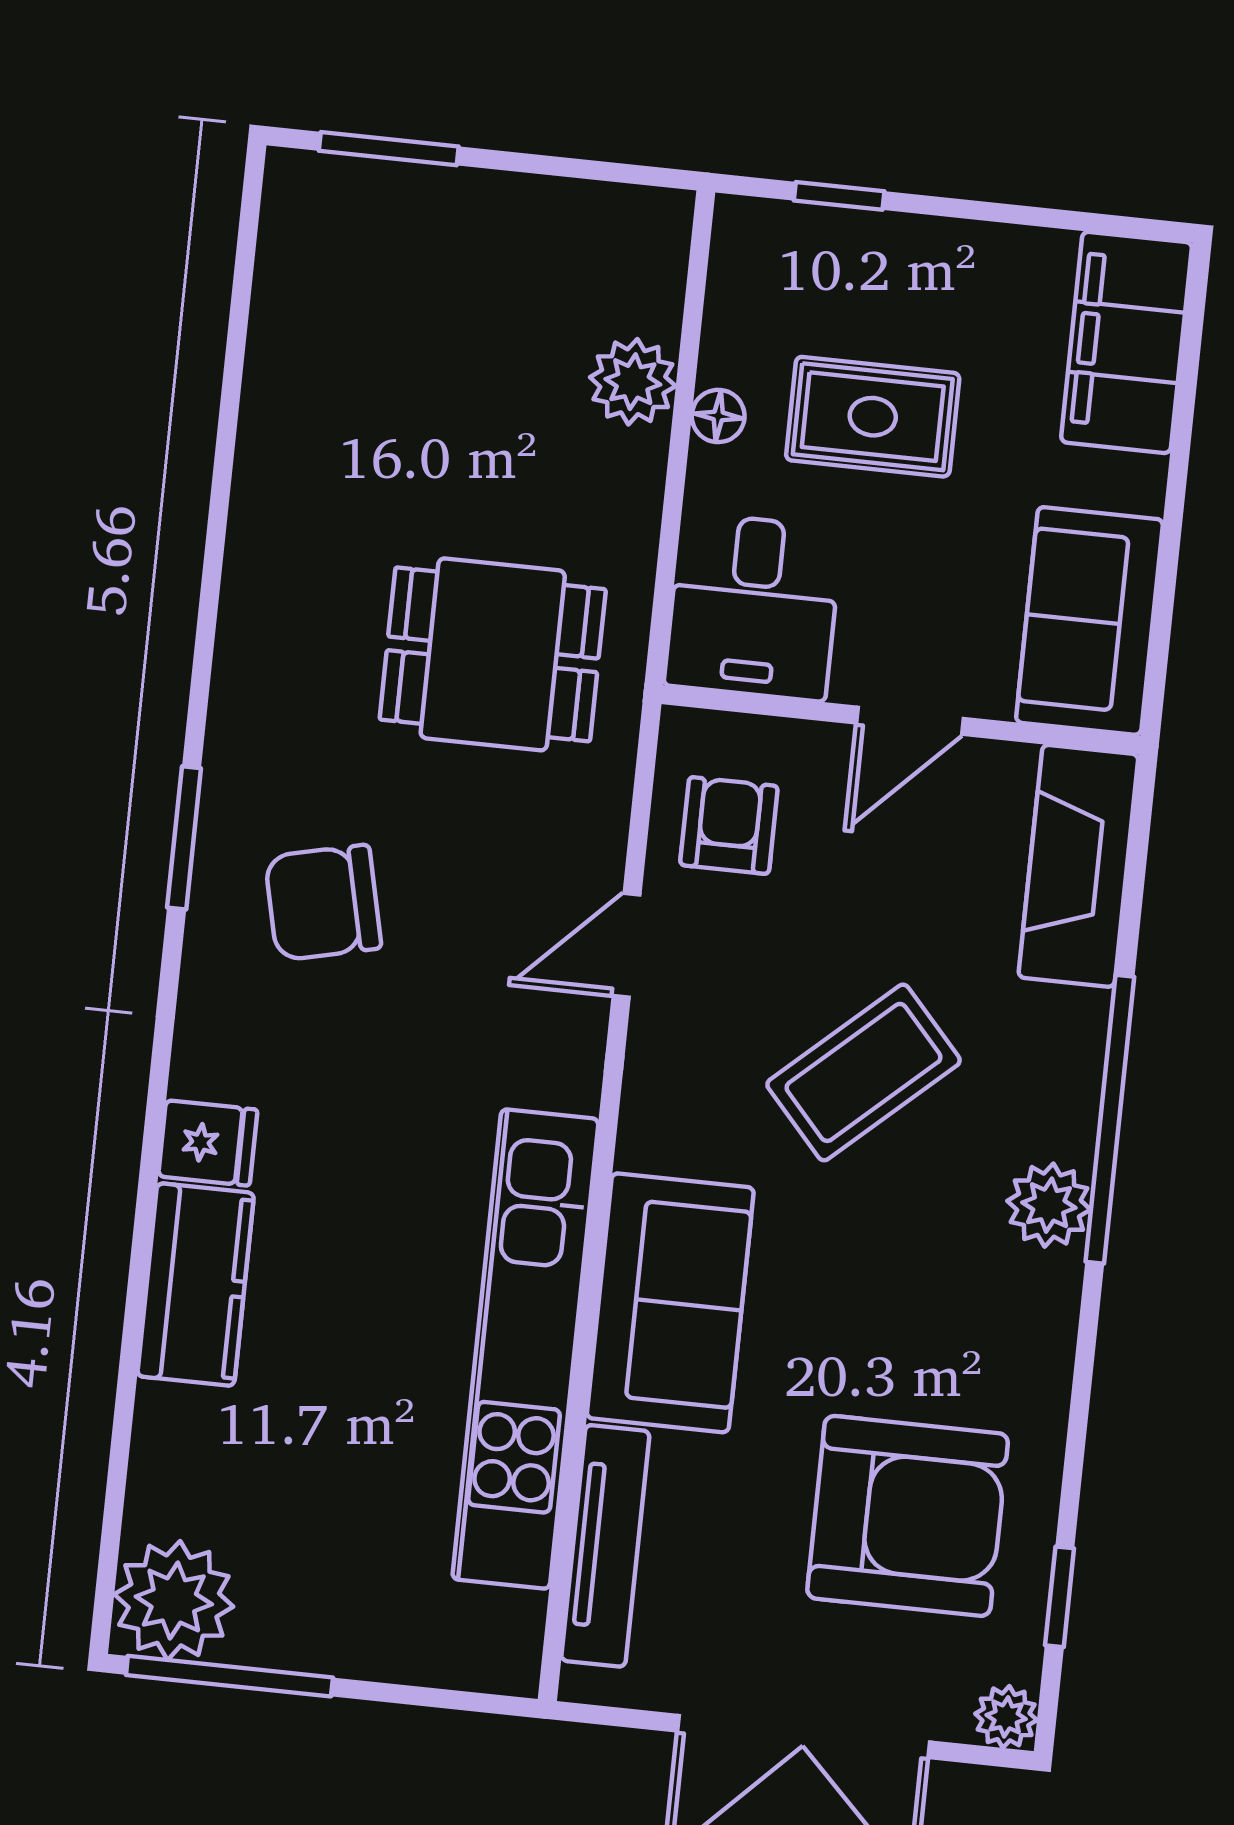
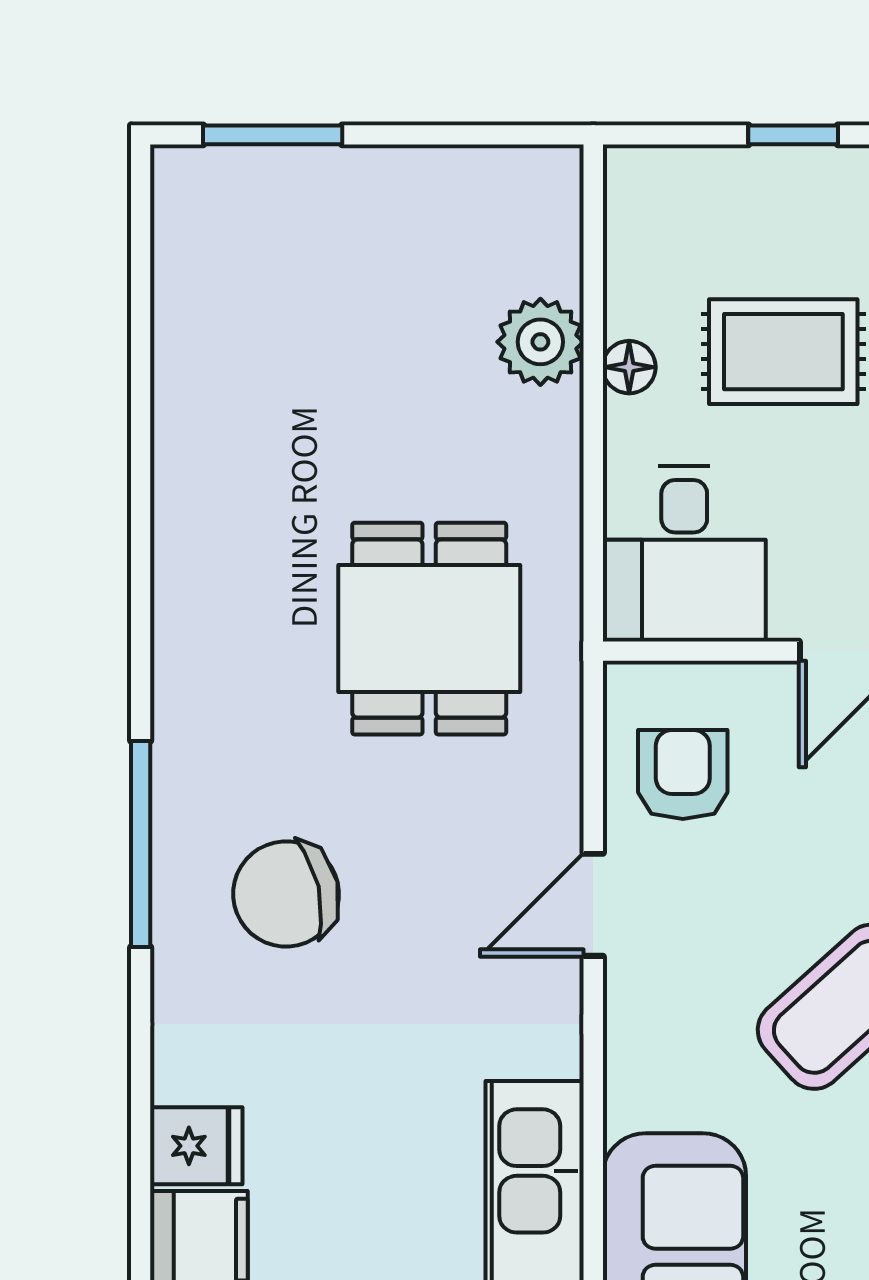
window: (839, 196) -> (793, 135), moved
dining table: (493, 654) -> (429, 629), turned 90
window: (184, 838) -> (141, 844), width x1.44

